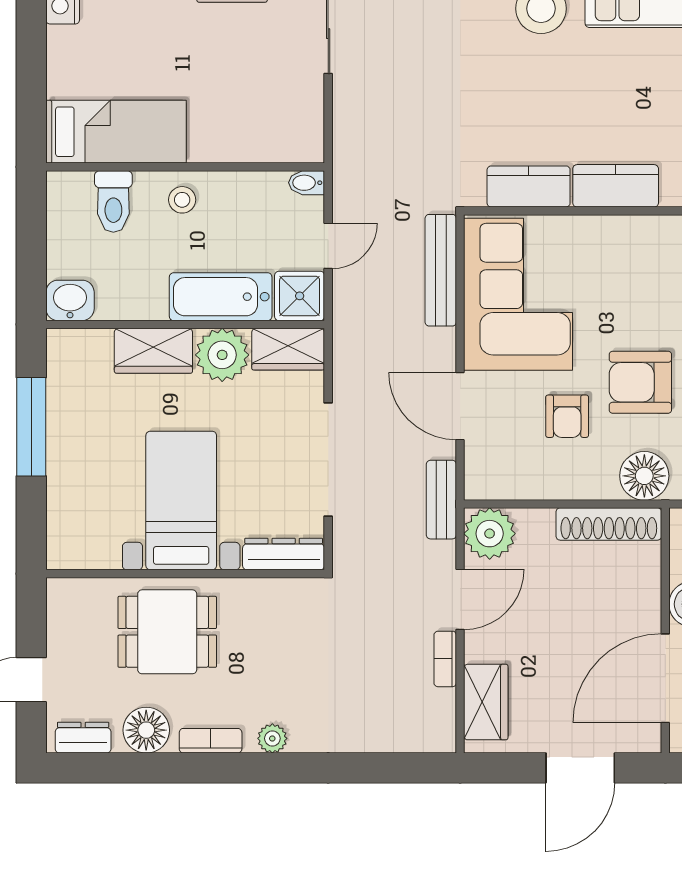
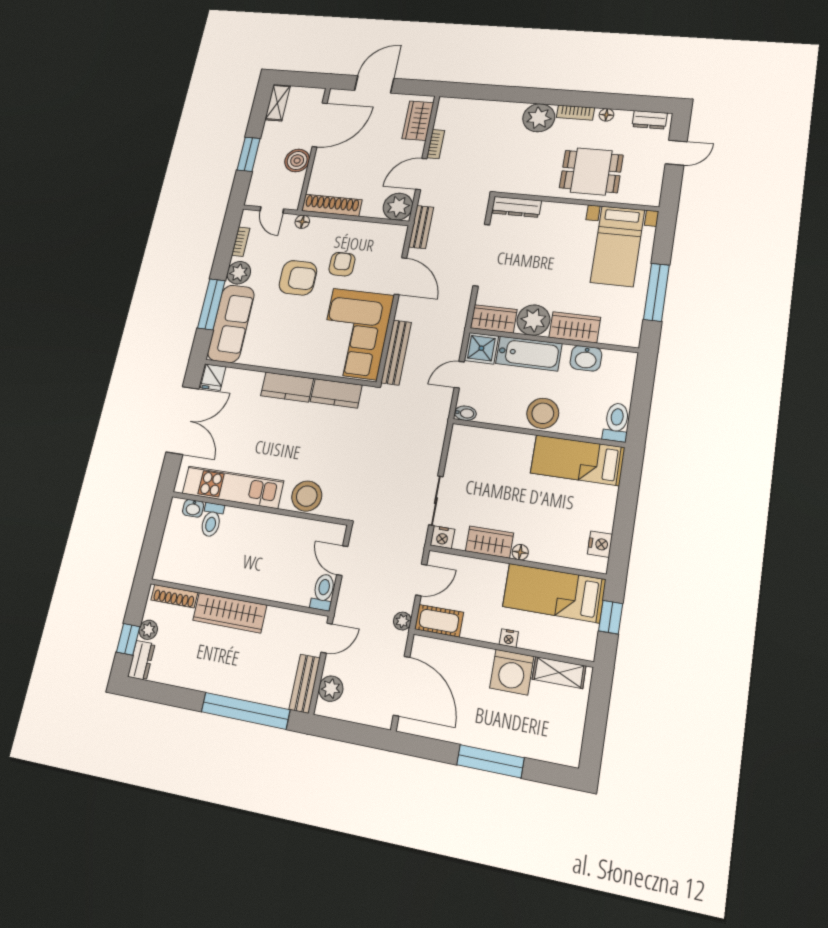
stool: (182, 200) -> (543, 413), width x1.89, depth x1.89
toilet: (113, 201) -> (616, 422), moved
washbasin: (70, 300) -> (586, 358), moved
floor lamp: (644, 476) -> (302, 222), width x0.53, depth x0.53
bed with nightstands: (181, 501) -> (618, 246), moved
floor lamp: (146, 730) -> (606, 115), width x0.53, depth x0.53
plant: (272, 738) -> (539, 118), width x1.88, depth x1.88

